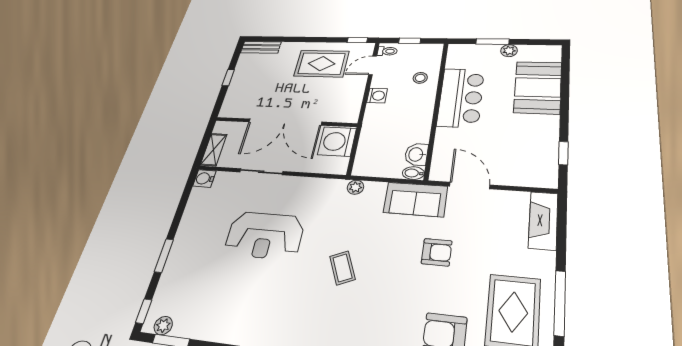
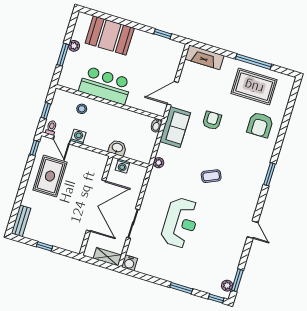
washing machine: (377, 96) -> (78, 137), moved
washing machine: (337, 142) -> (122, 166), width x0.53, depth x0.53
washbasin: (416, 154) -> (117, 148), moved, turned 180

